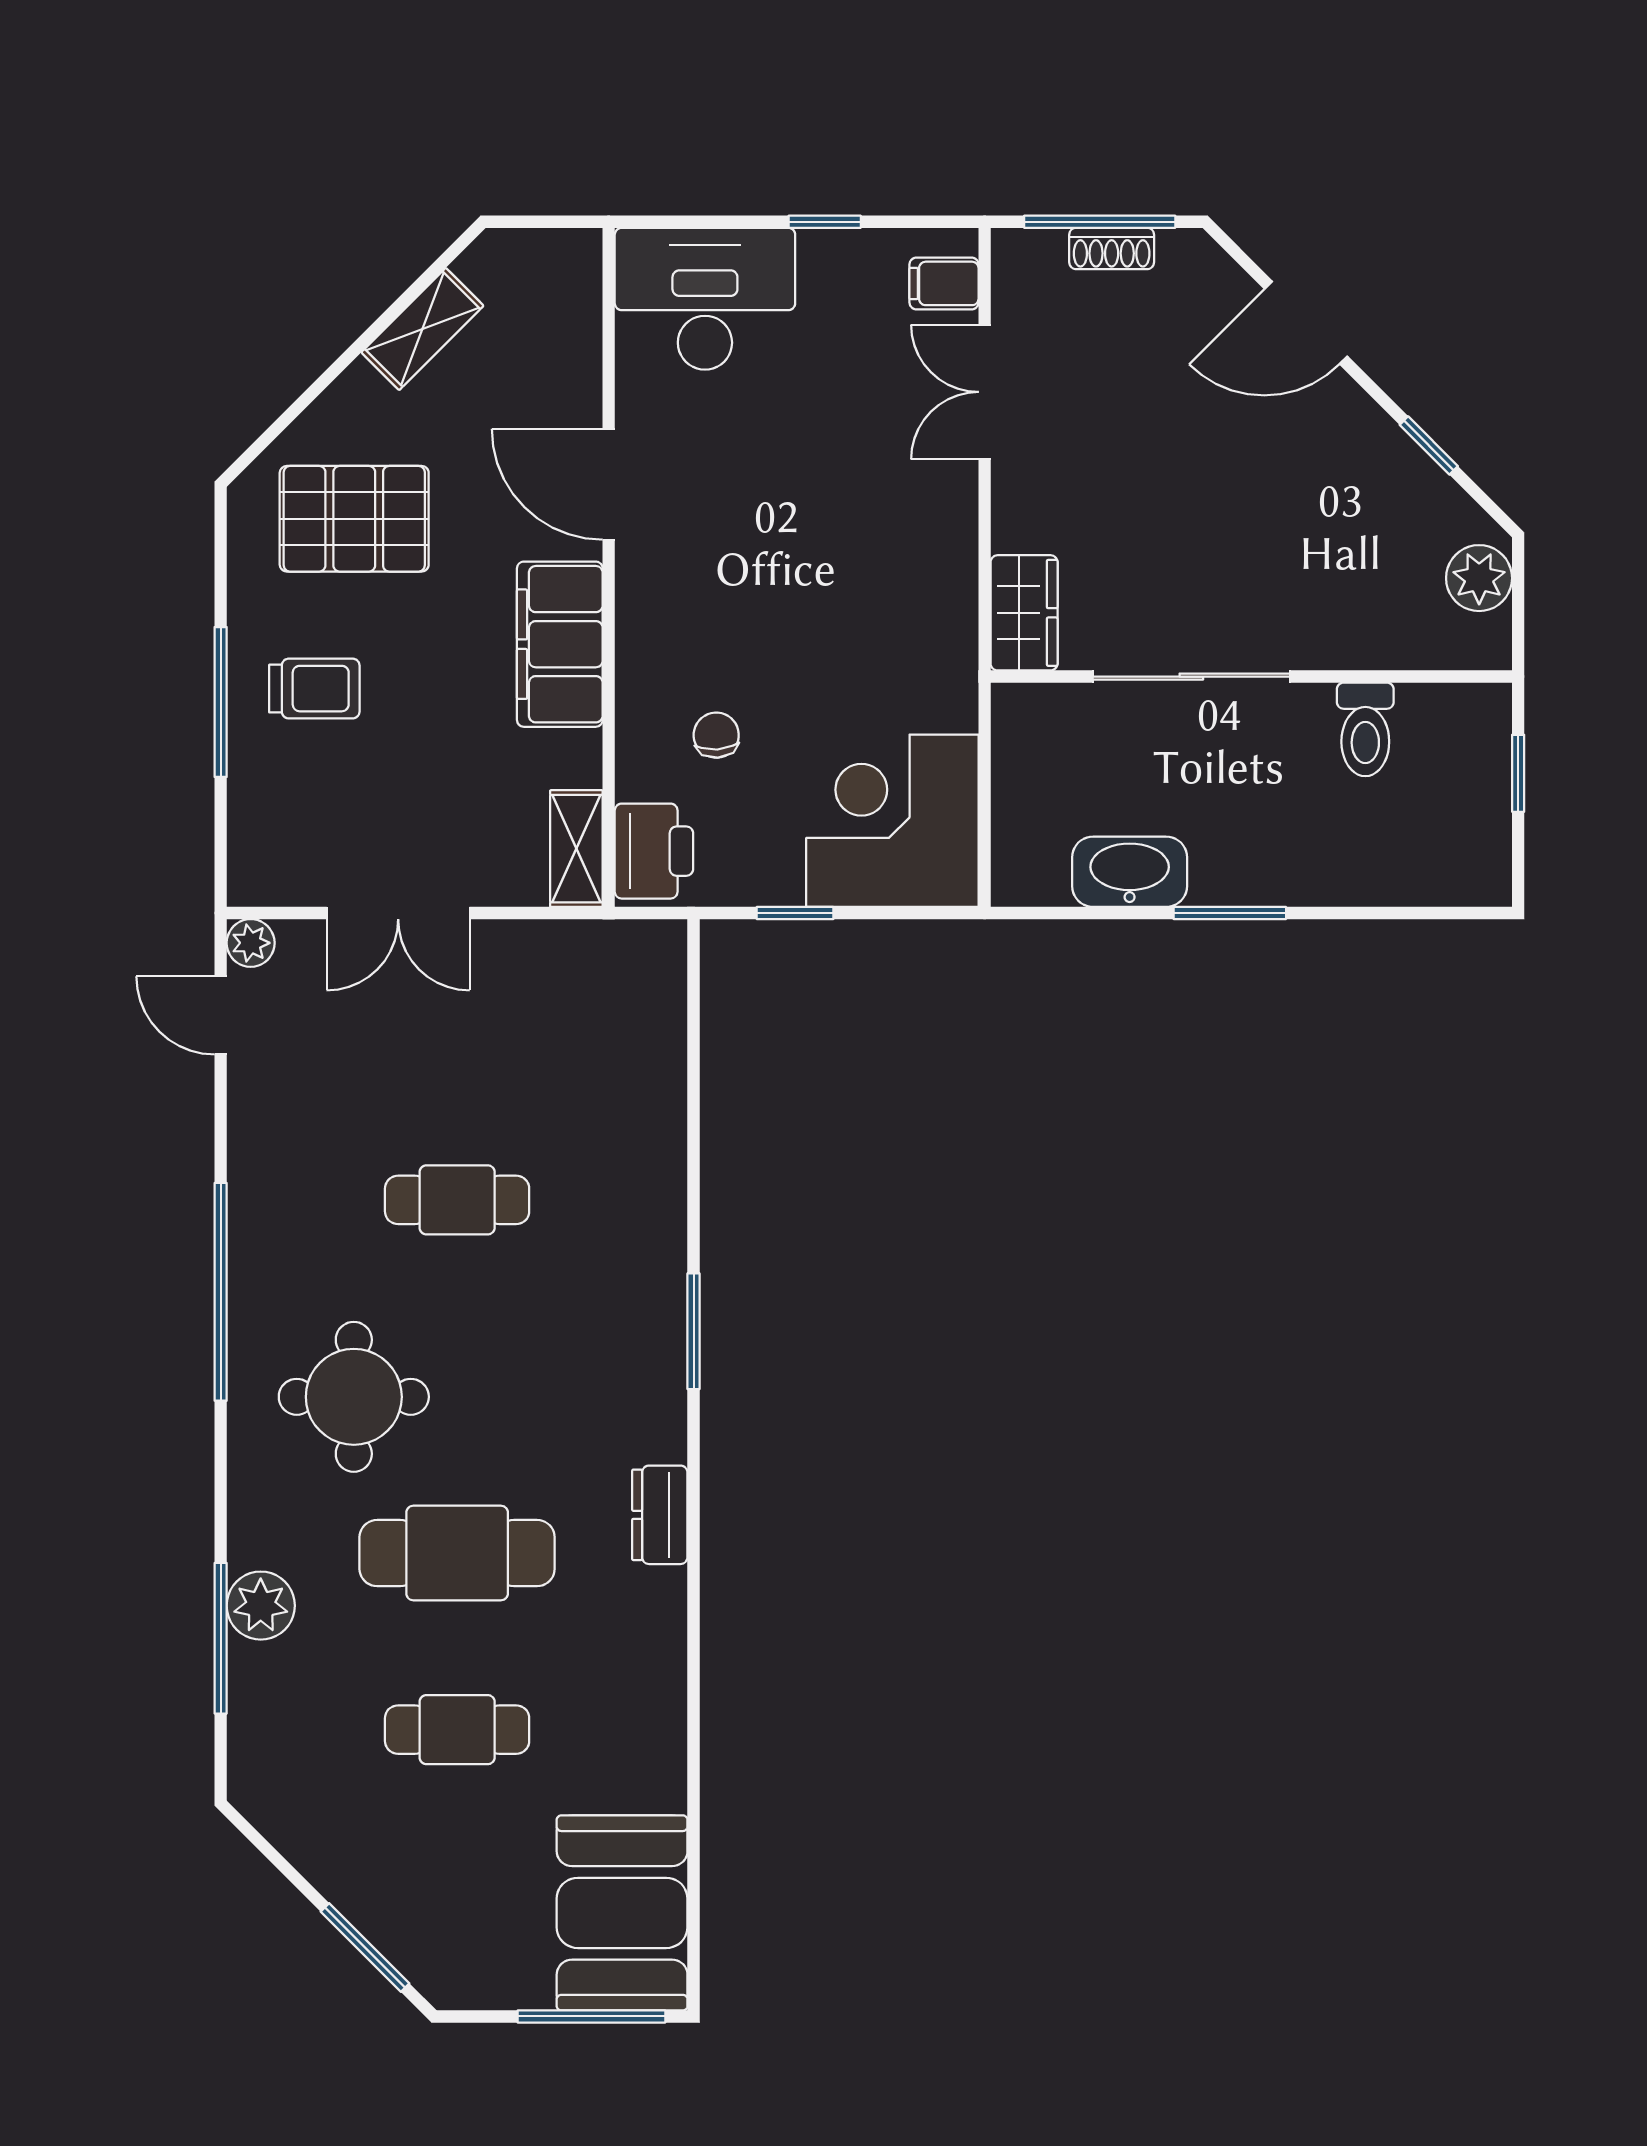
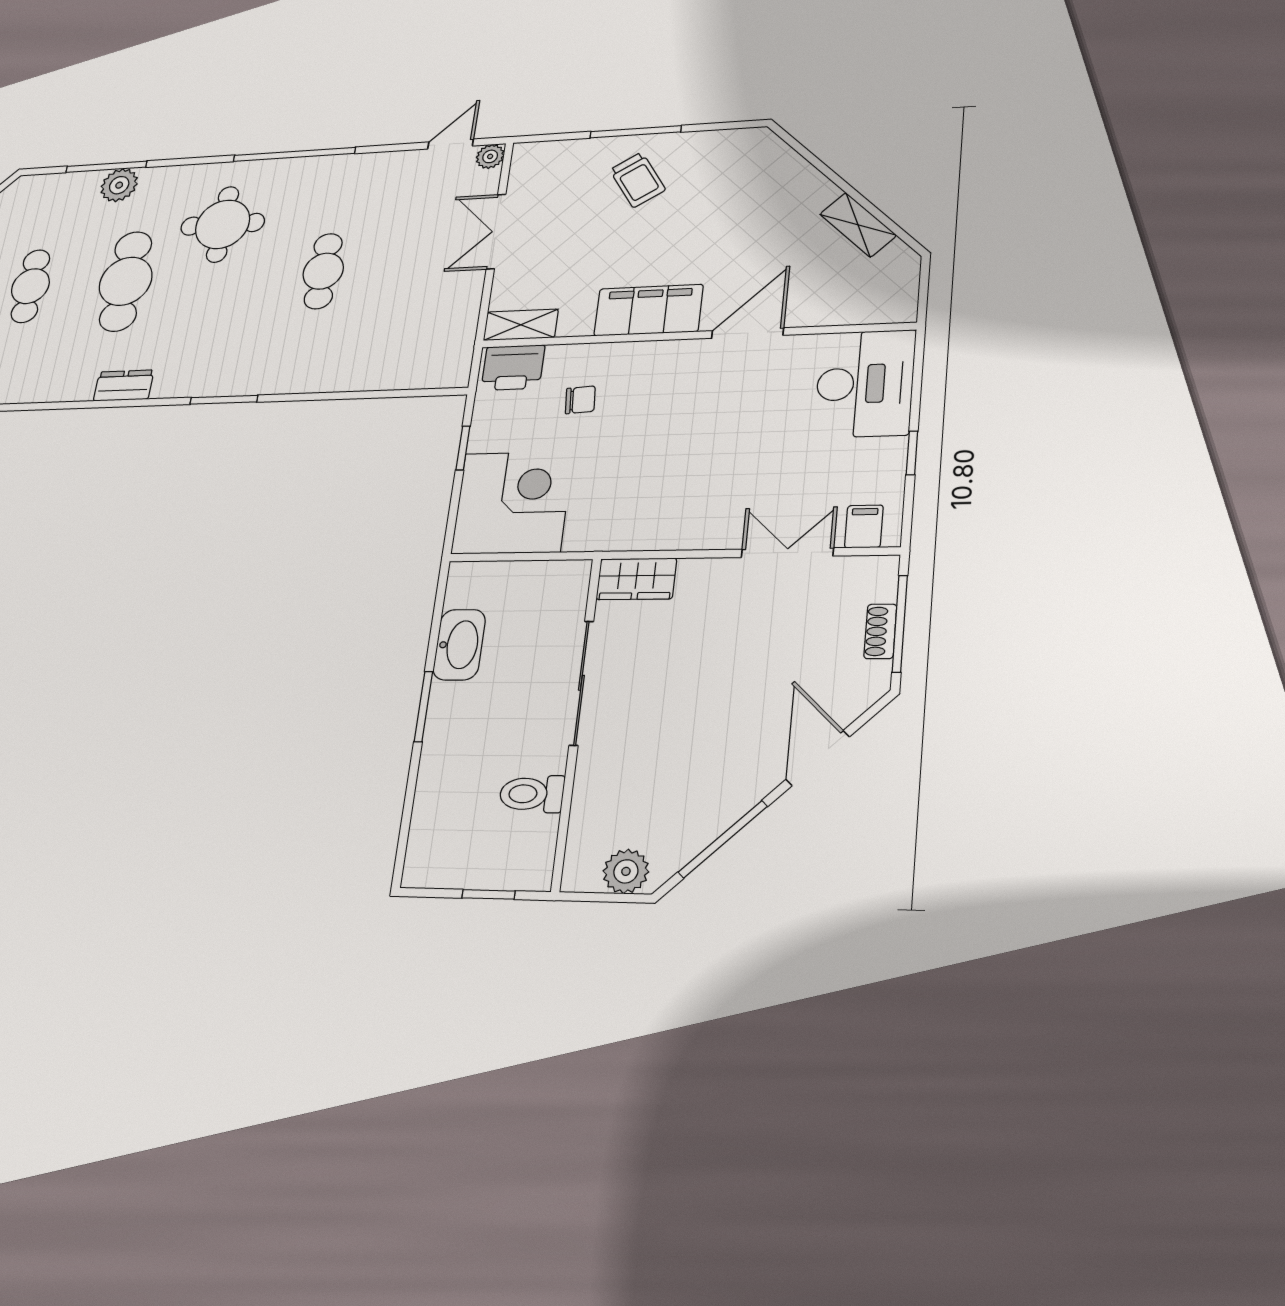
window: (1429, 445) -> (723, 839), width x2.17
pallet: (354, 519) -> (740, 195), removed
trolley: (314, 689) -> (637, 180), turned -32

